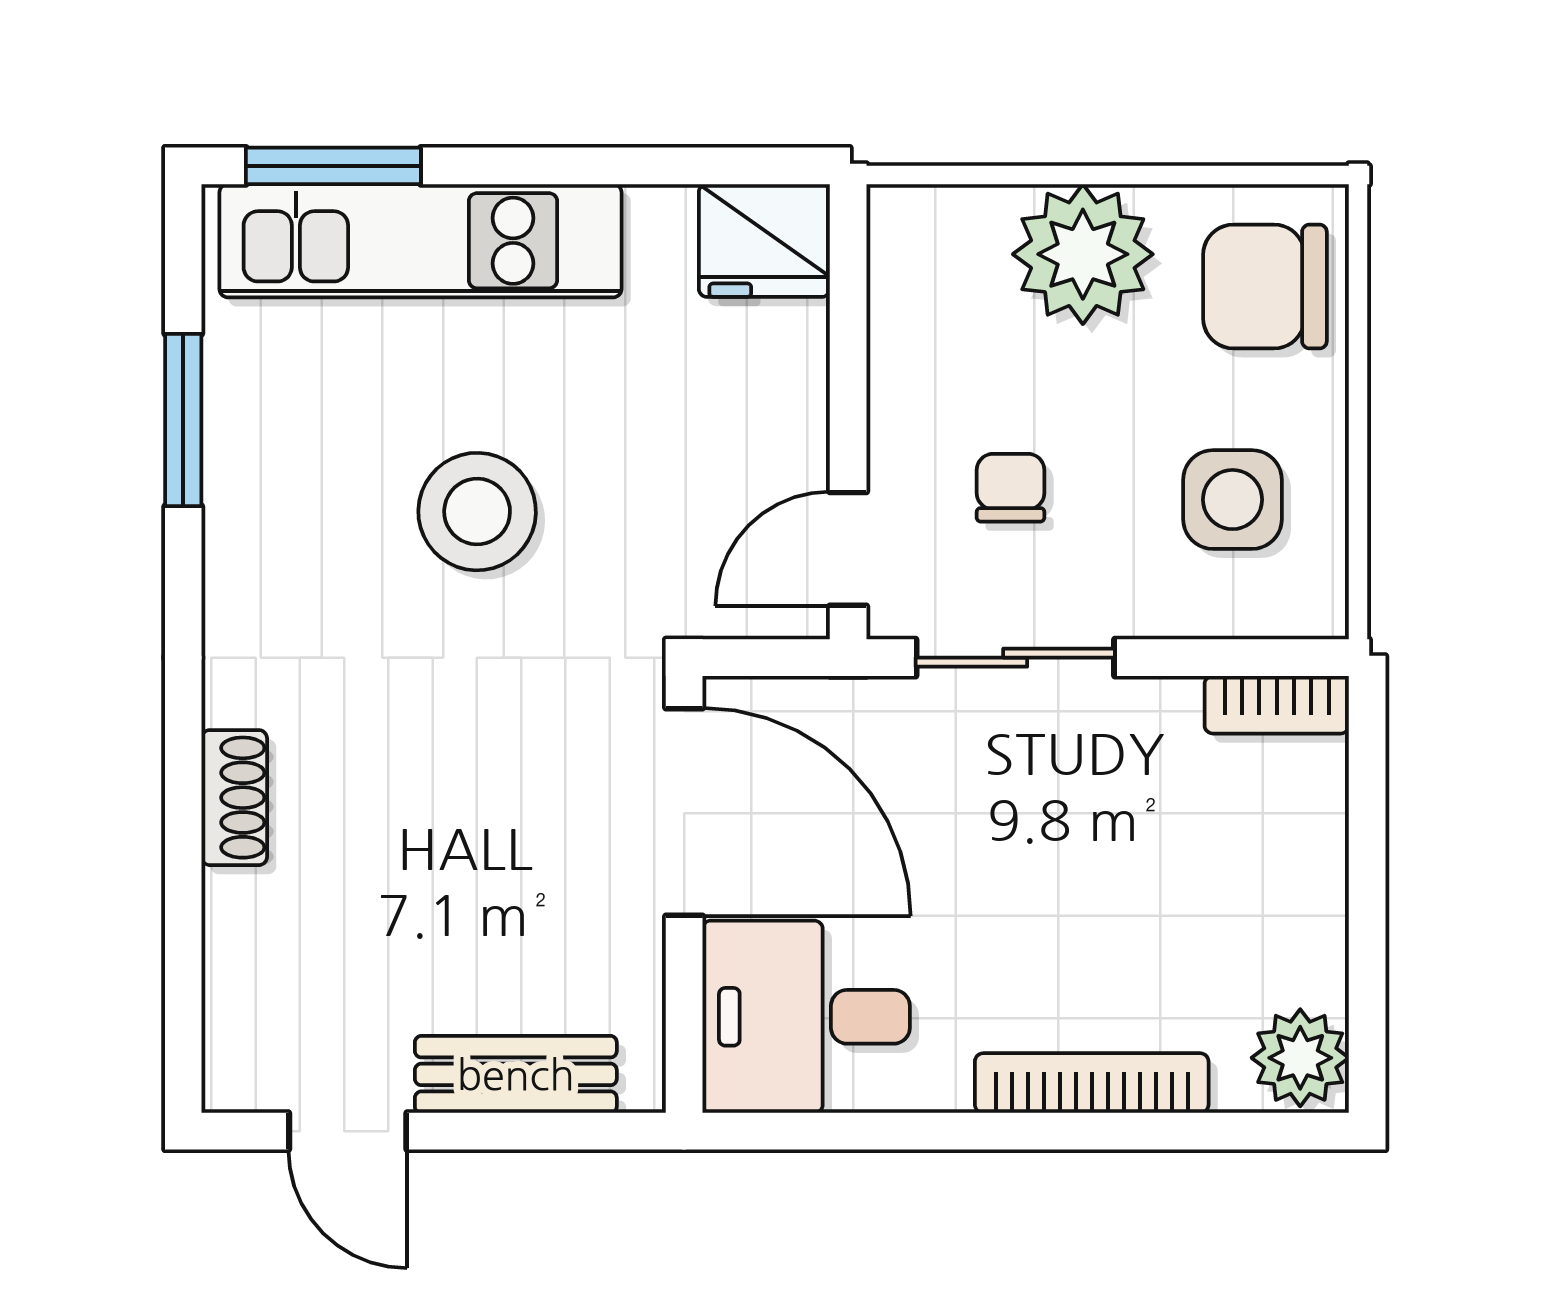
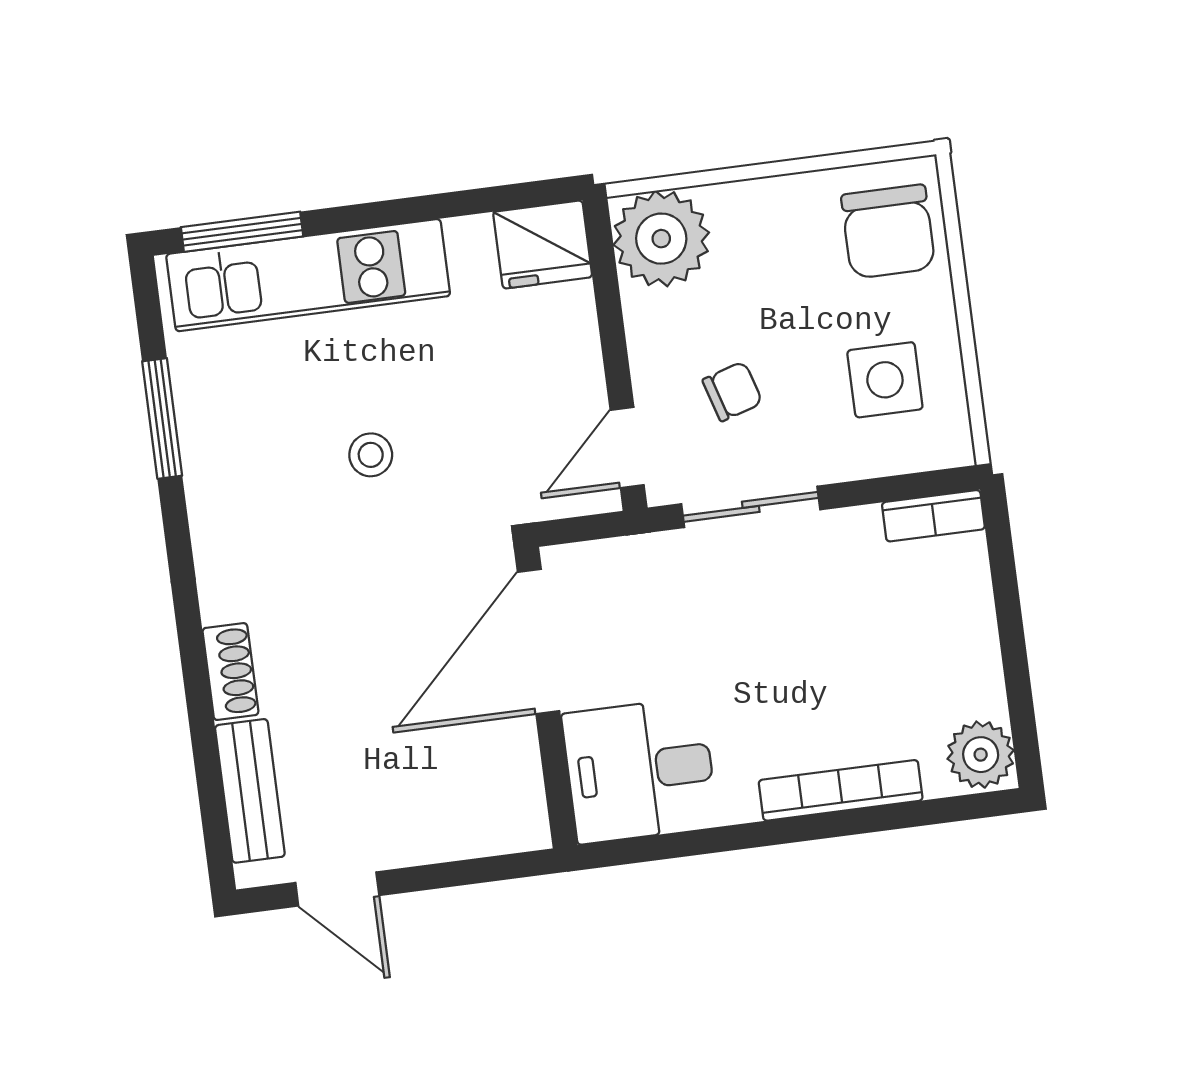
plant: (1083, 254) -> (661, 239), moved
chair: (1265, 286) -> (888, 232), turned -90
chair: (1011, 488) -> (732, 391), turned 73
stool: (477, 512) -> (371, 455), width x0.53, depth x0.53
door: (684, 812) -> (539, 641), swing flipped
bench: (516, 1074) -> (250, 791), moved, turned 90

